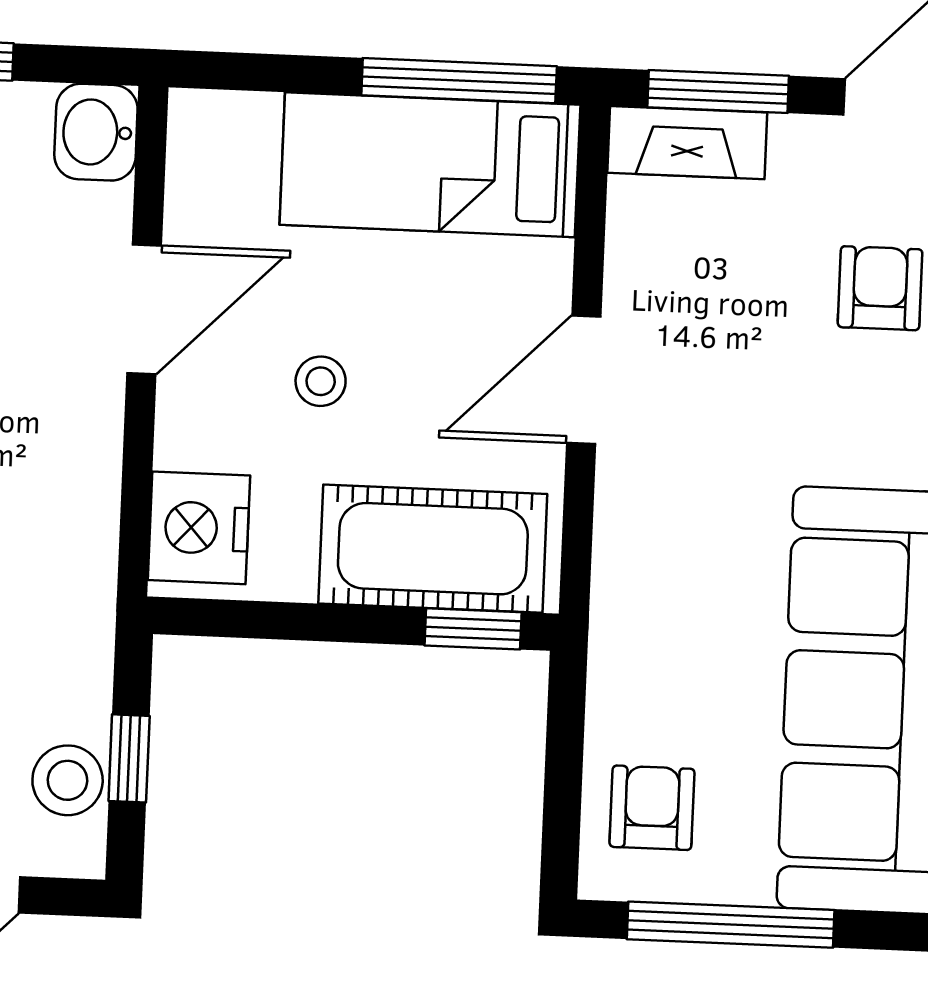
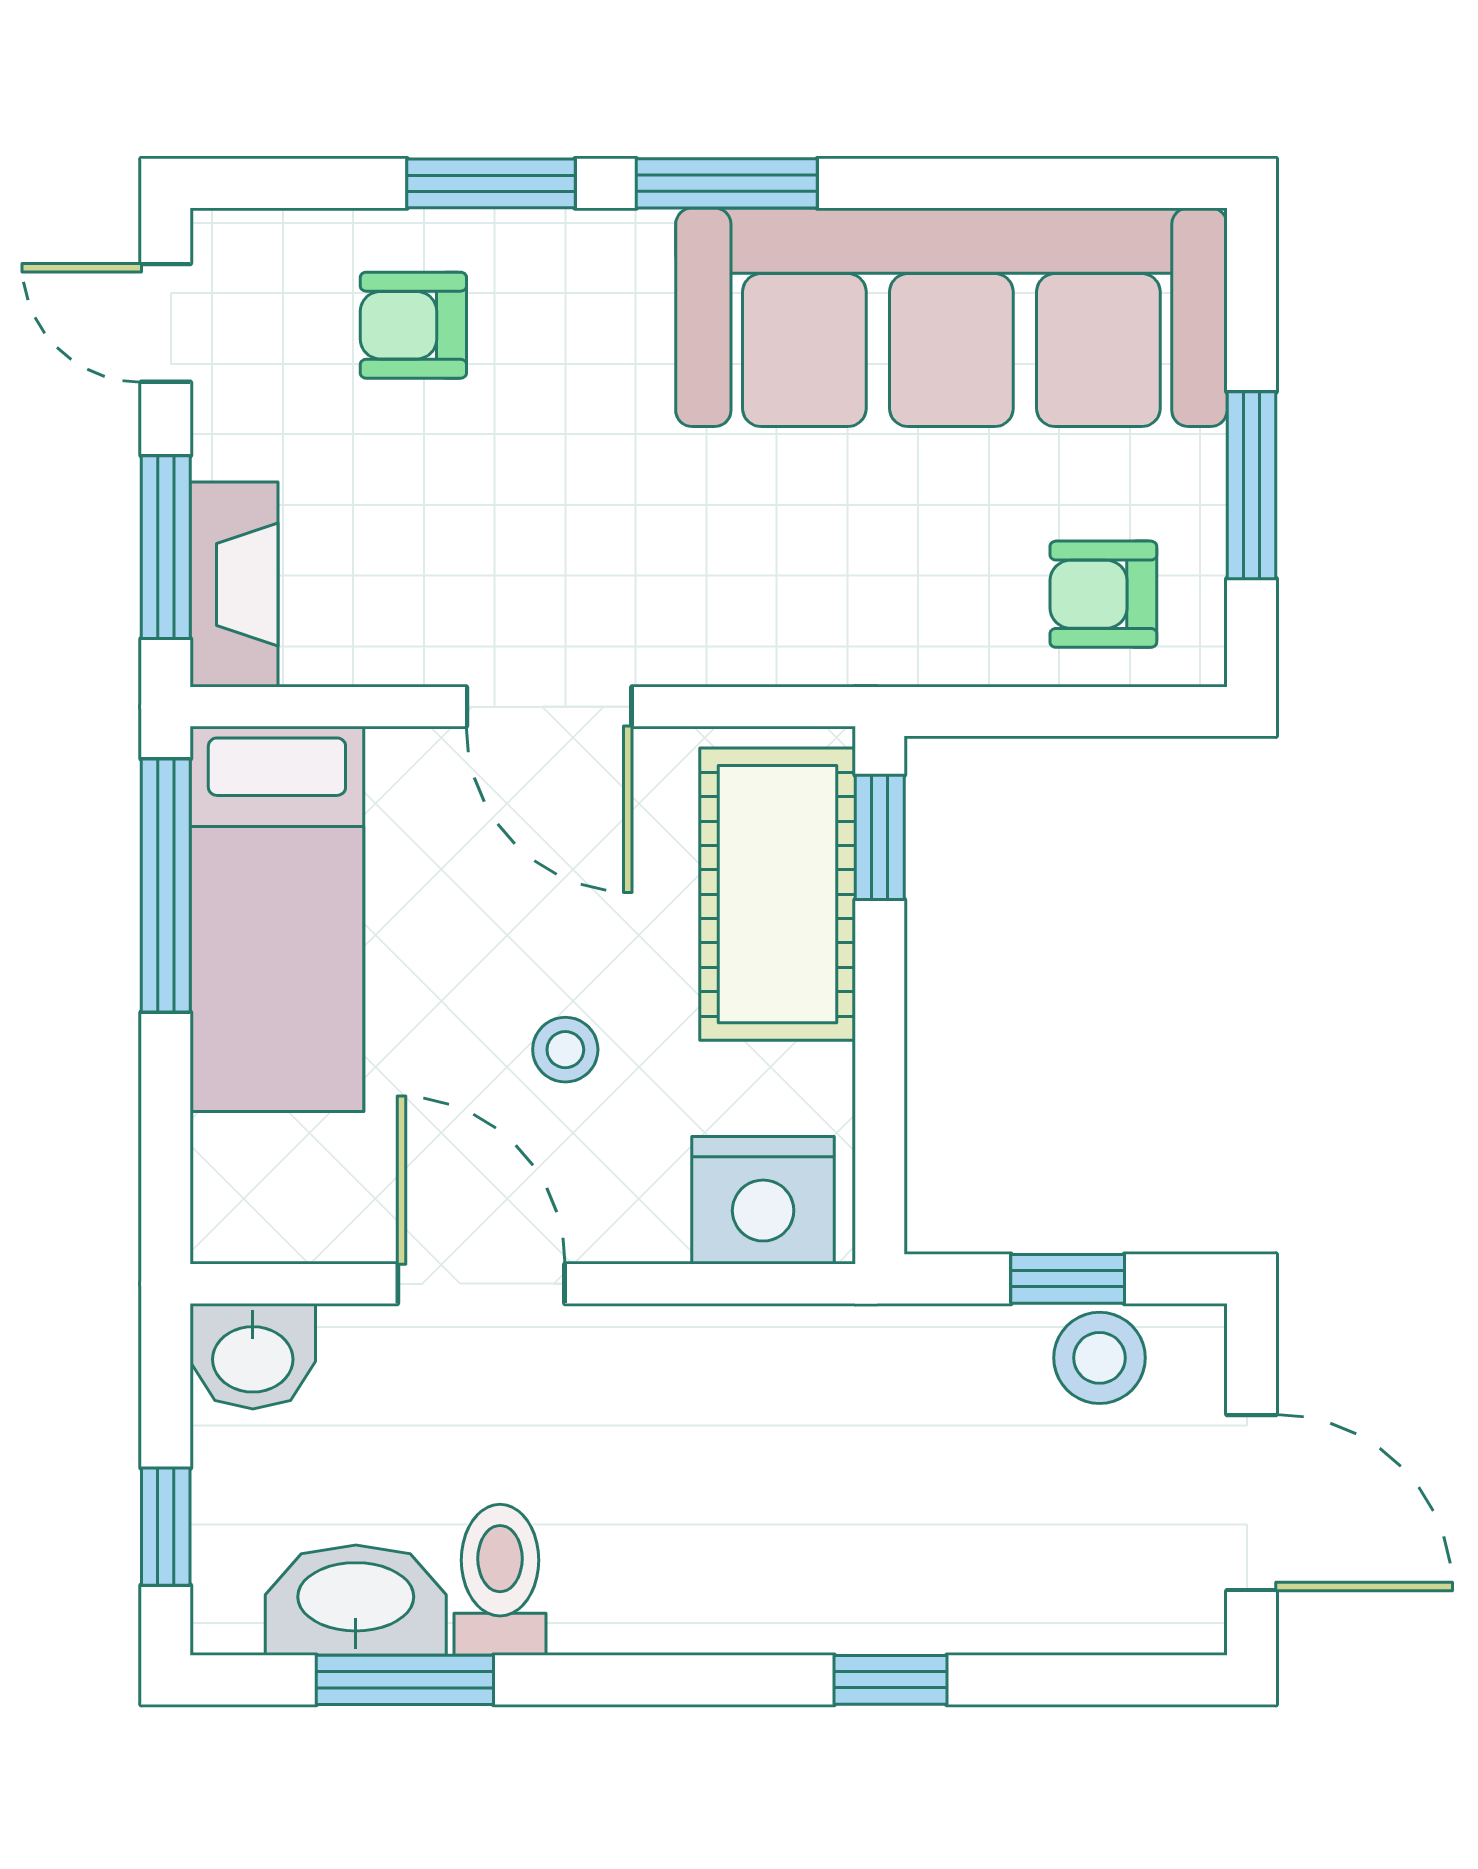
window: (731, 925) -> (1251, 485), width x0.69

